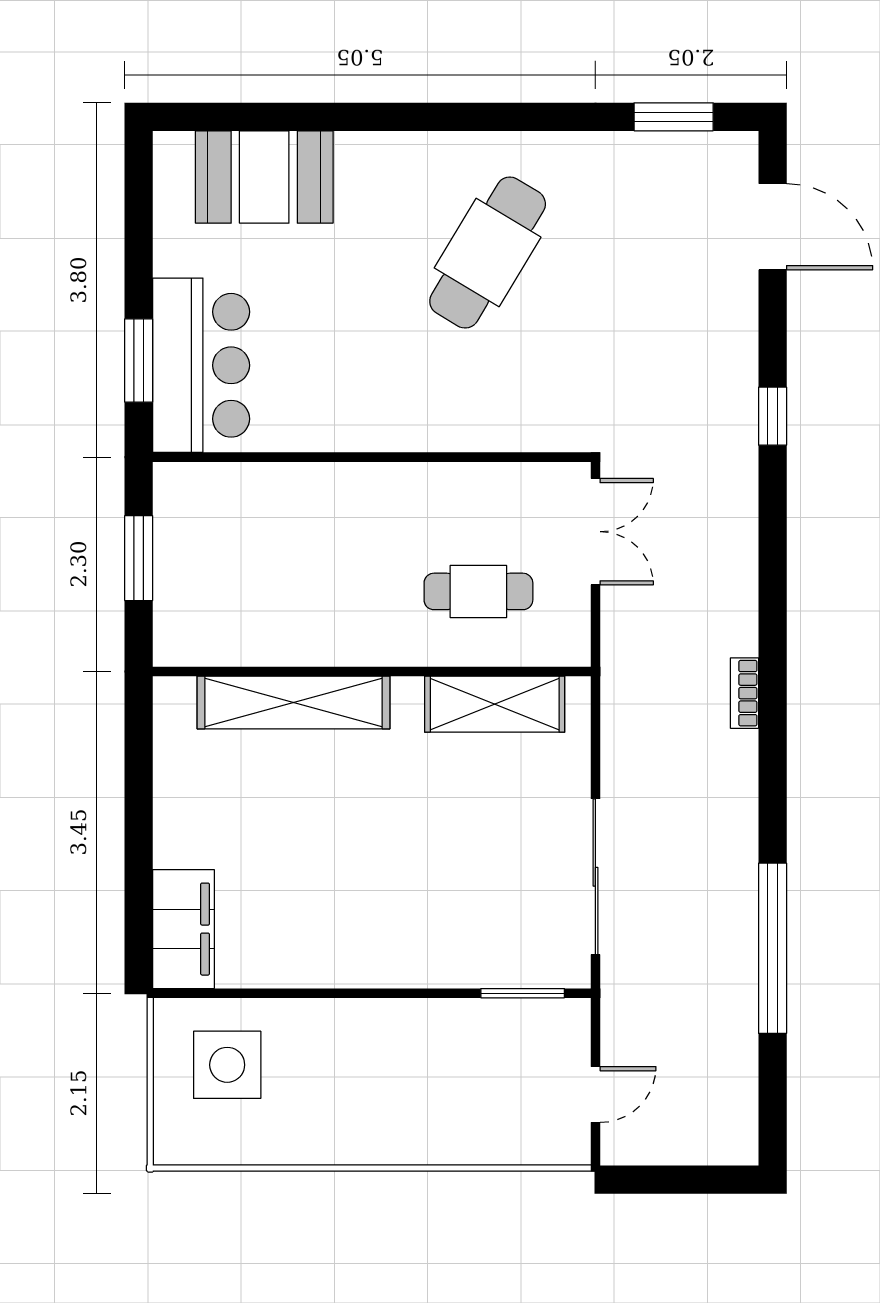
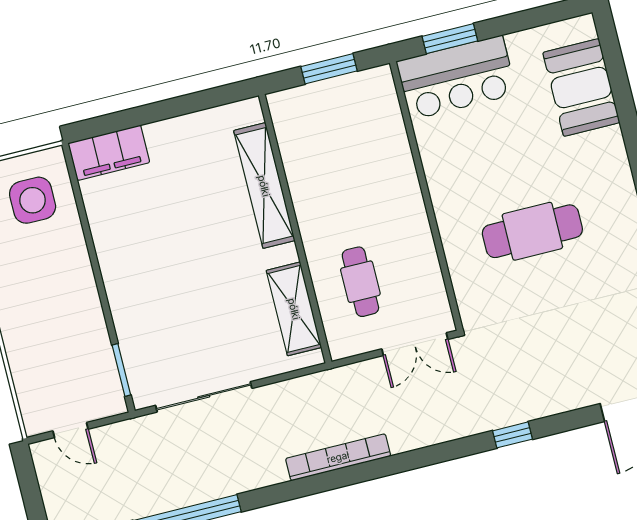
cafe table: (488, 253) -> (532, 231), moved, turned -31
bookcase: (744, 693) -> (338, 457), width x2.31, depth x1.31

